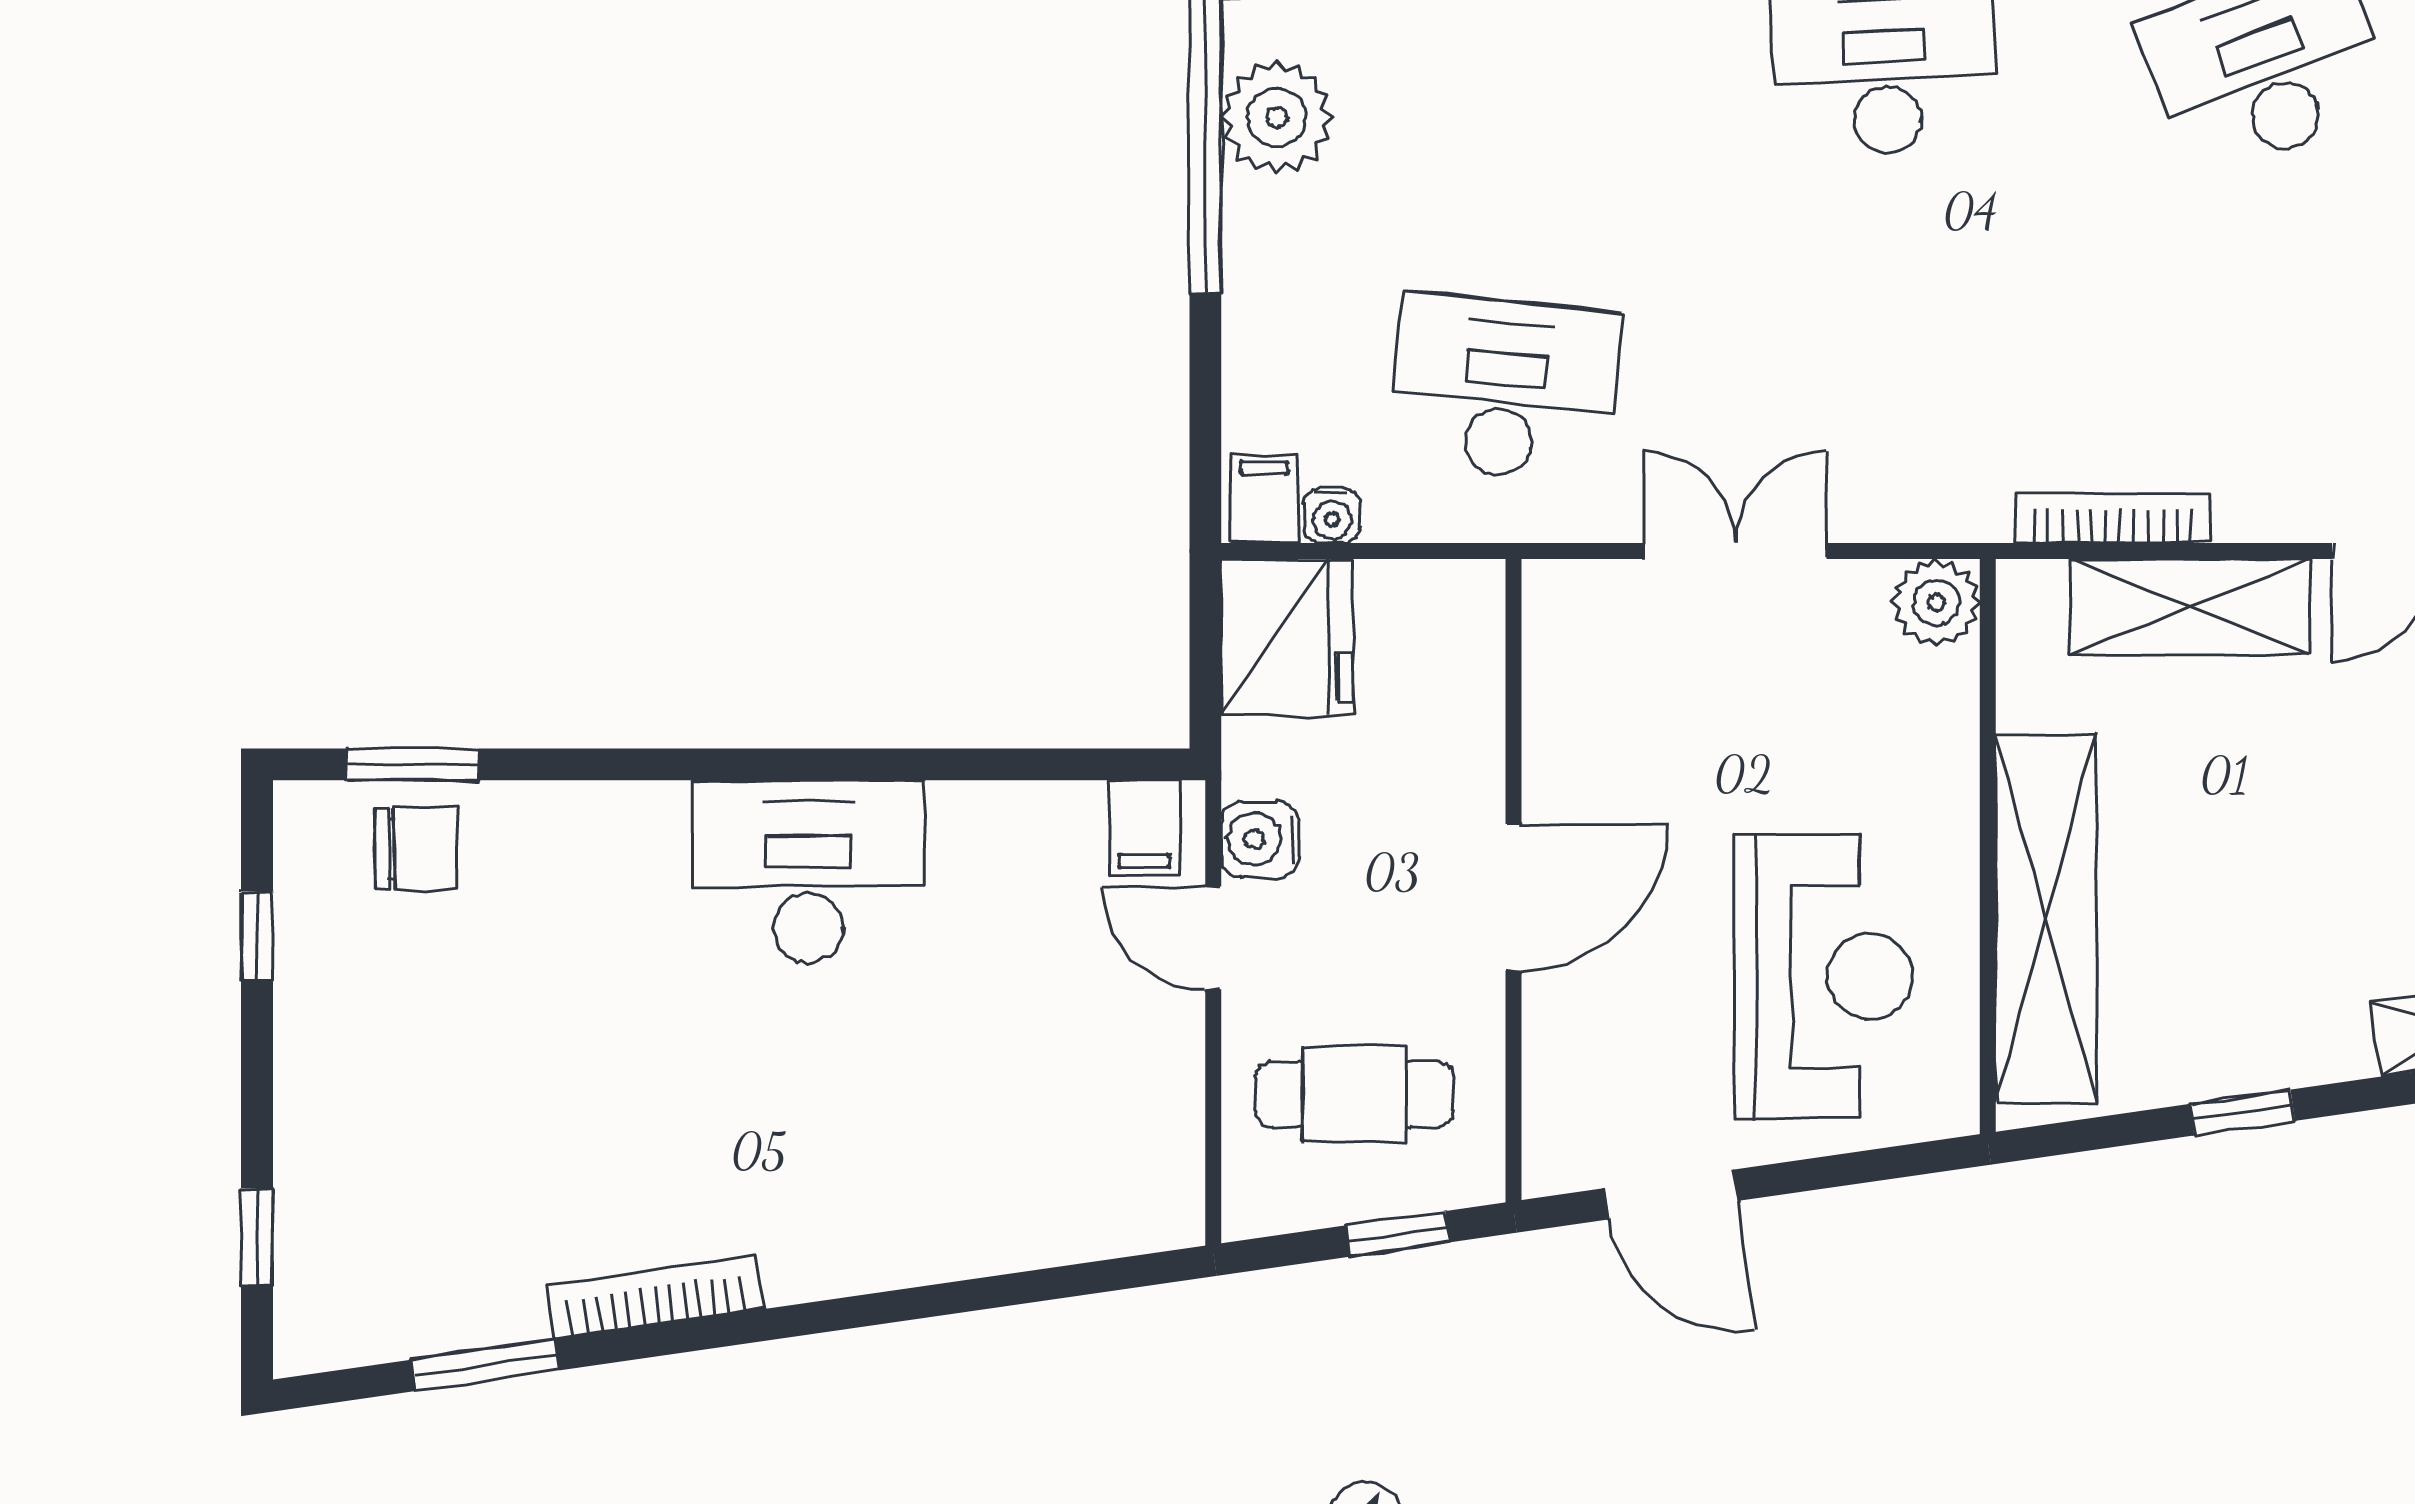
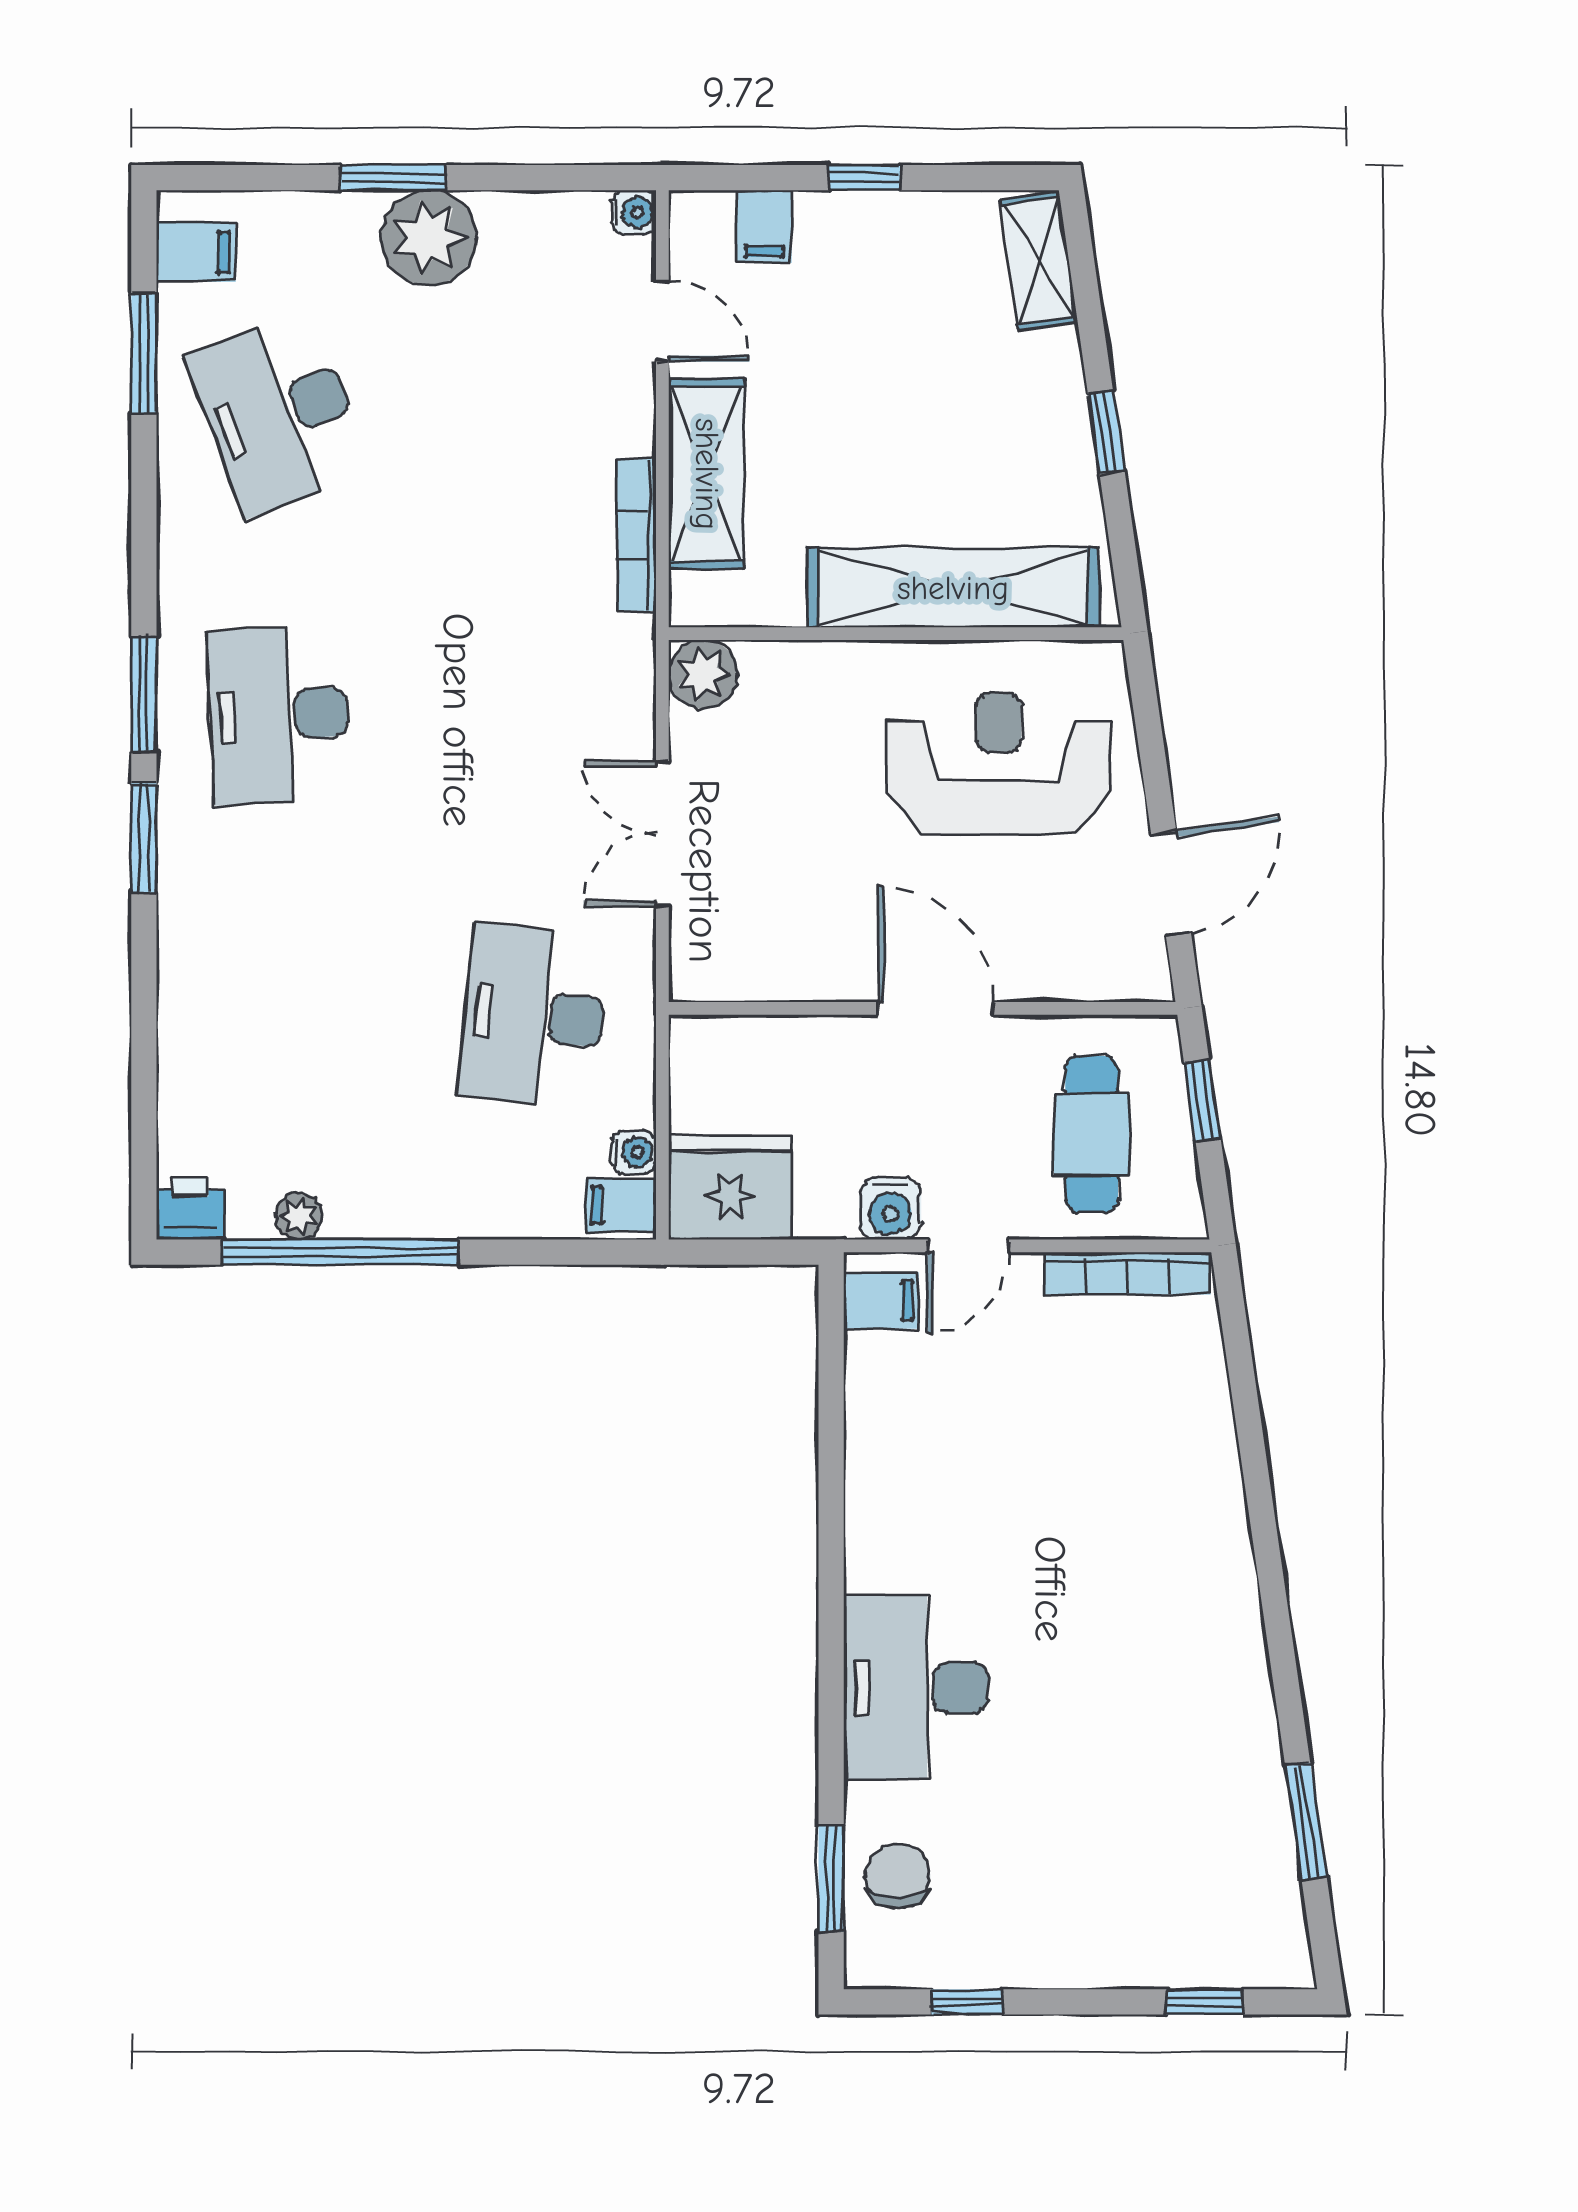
plant: (1277, 117) -> (299, 1216), width x0.53, depth x0.53
desk: (809, 871) -> (916, 1688), moved
bookcase: (656, 1297) -> (1127, 1273), moved, turned -82

